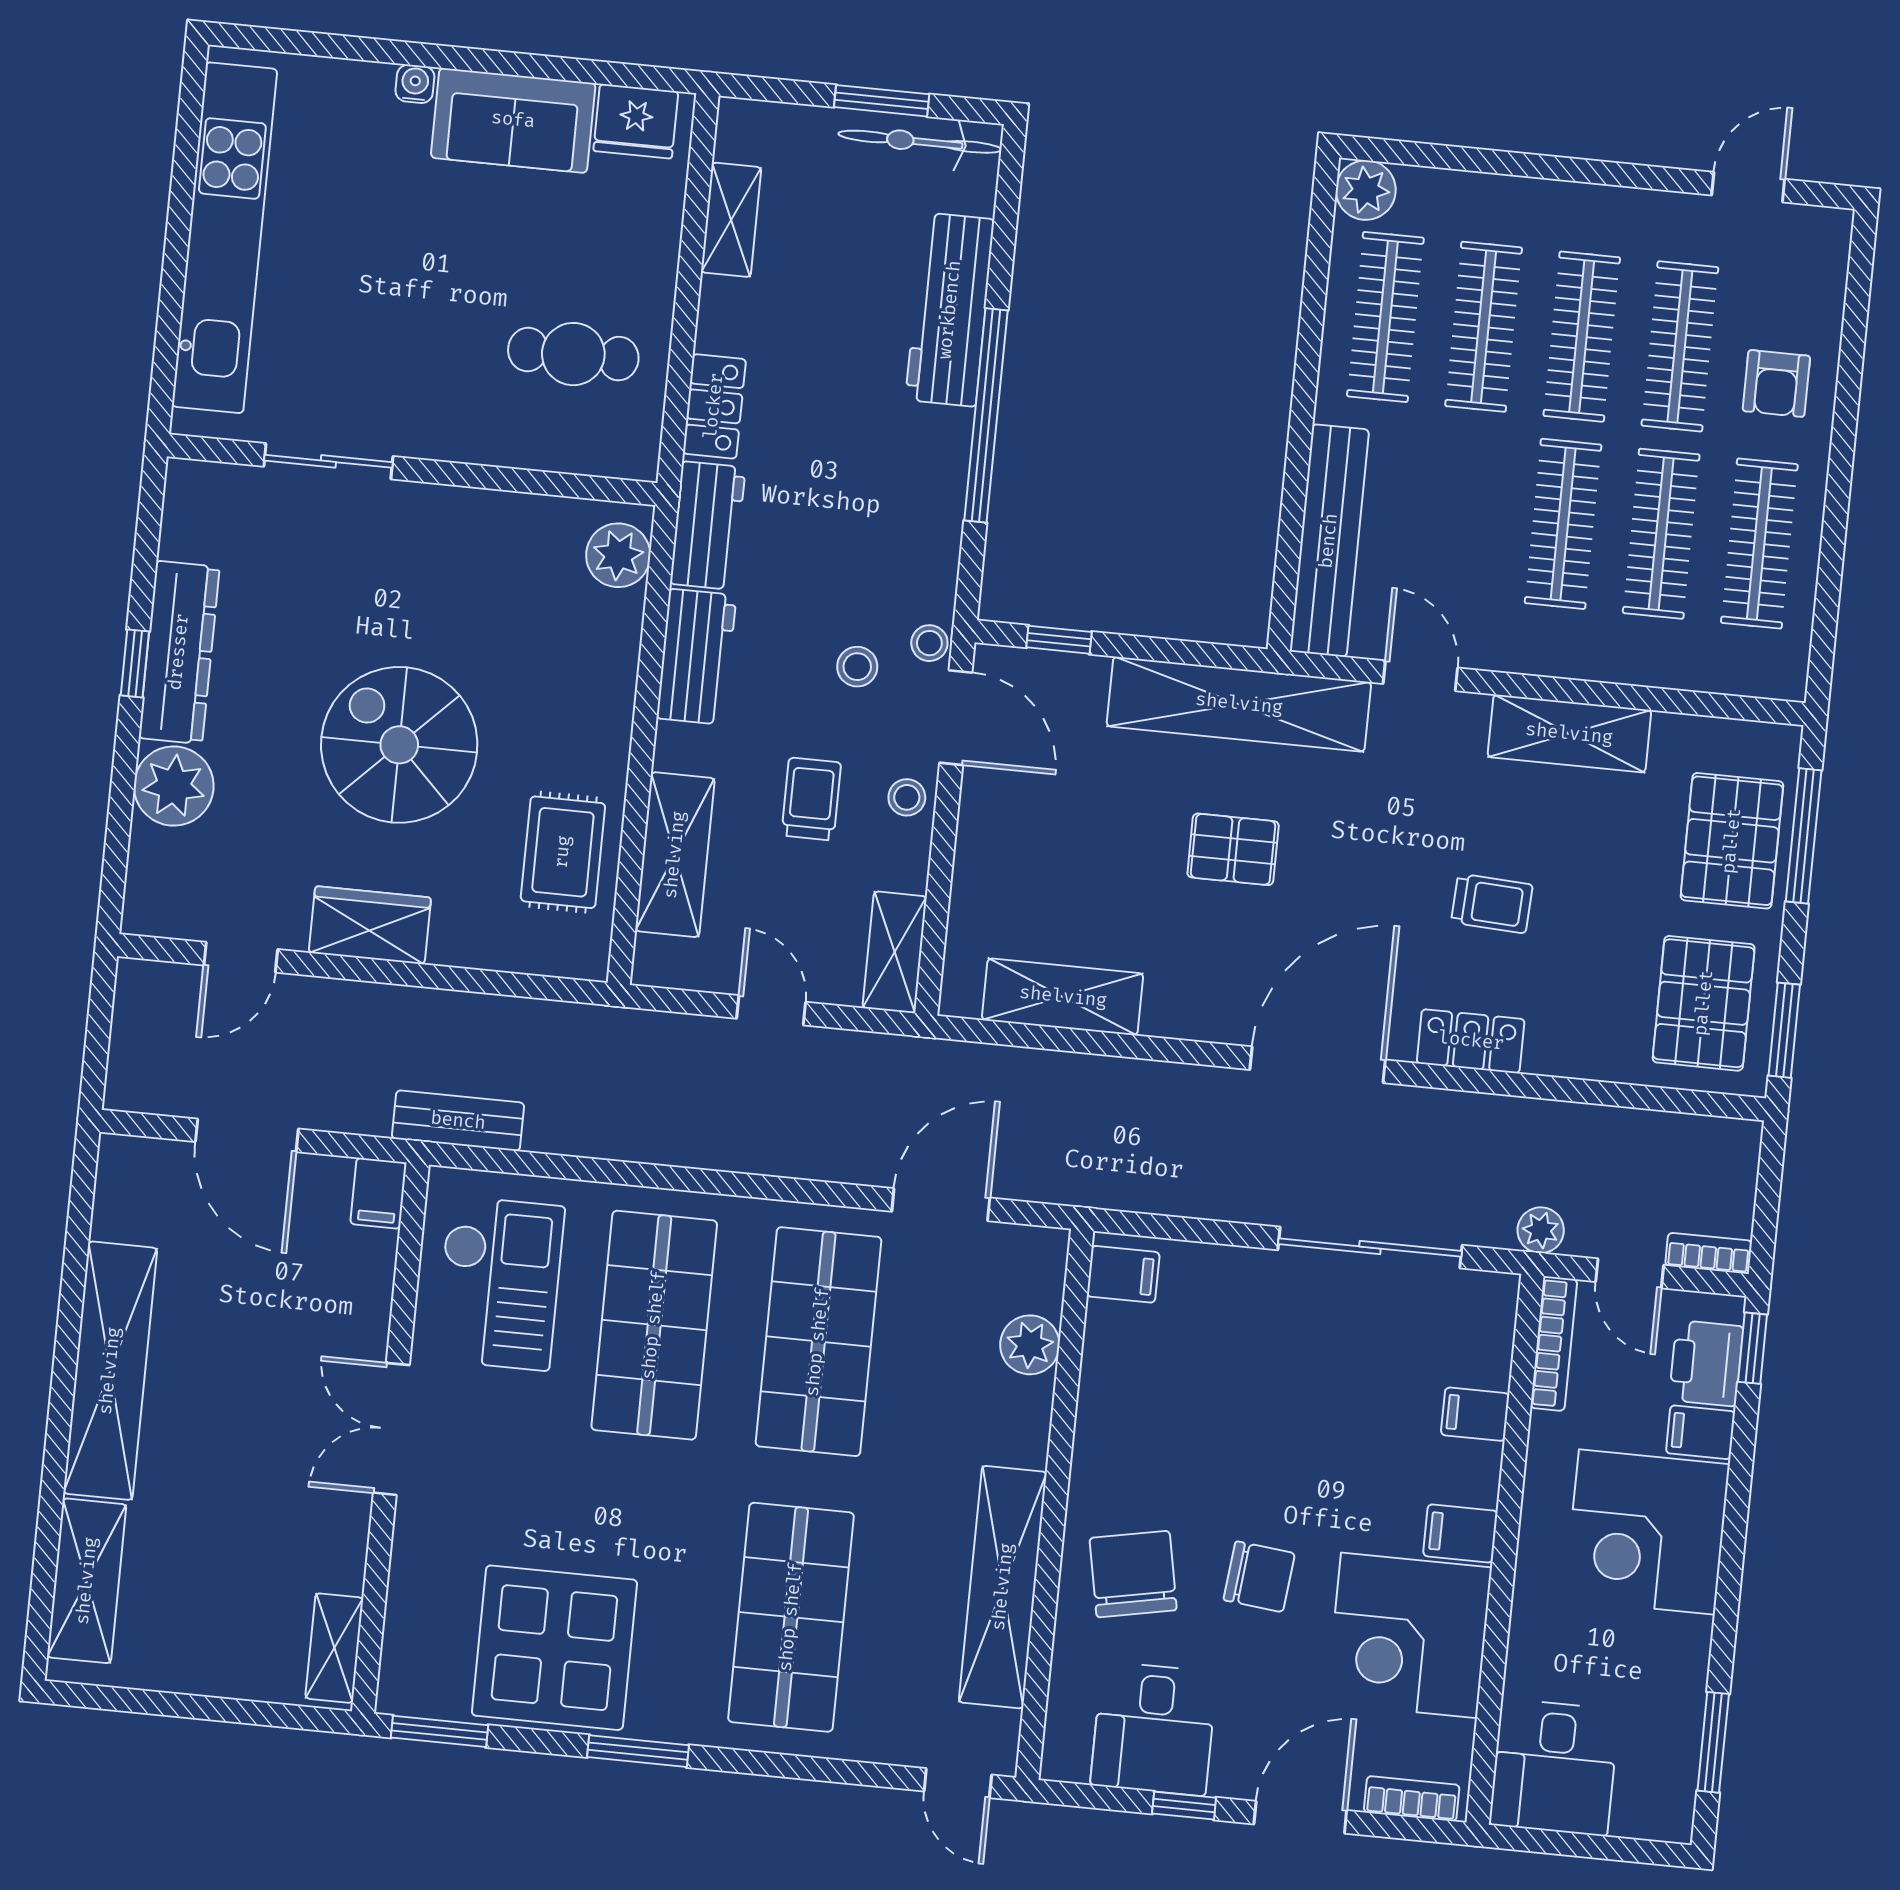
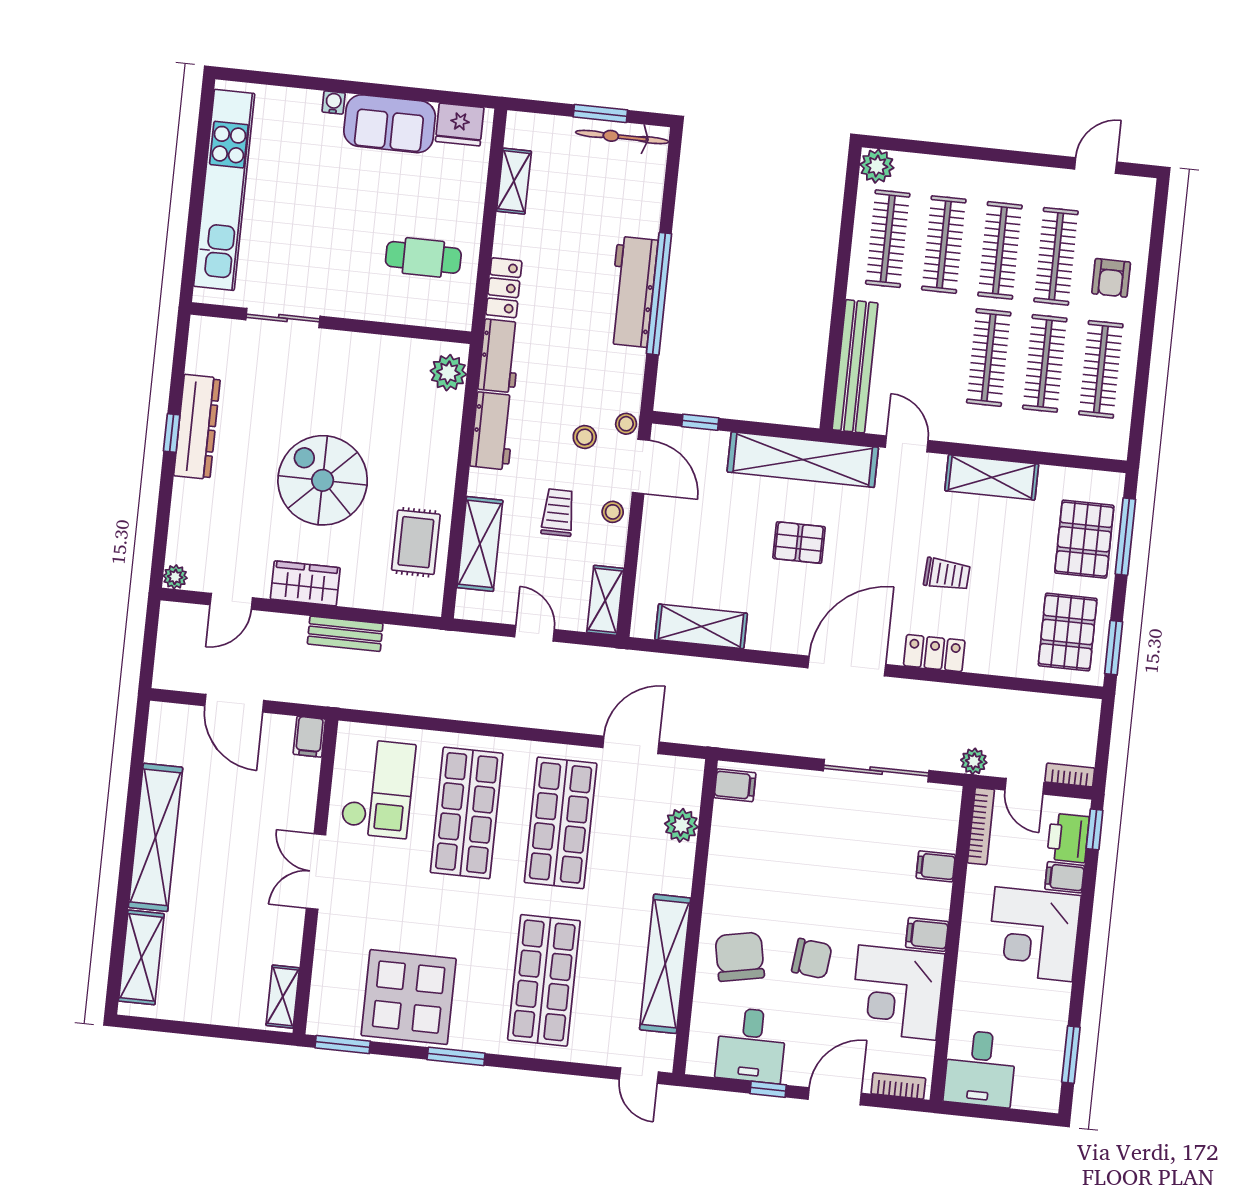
workbench: (950, 310) -> (633, 292), moved
plant: (174, 786) -> (175, 577), moved, width x0.53, depth x0.53
bench: (458, 1121) -> (345, 634), moved

